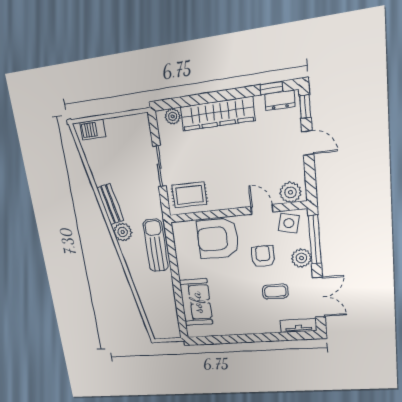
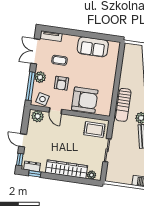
sofa: (196, 302) -> (93, 47), moved, turned -90

